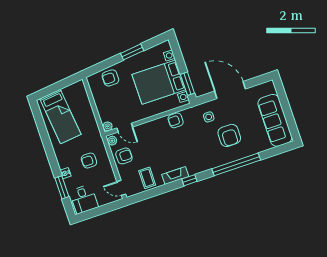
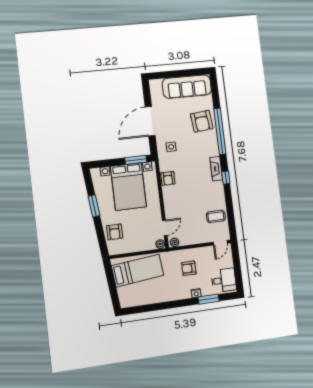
bed: (60, 117) -> (138, 271), moved
armchair: (229, 135) -> (202, 121), moved, turned 84
armchair: (124, 156) -> (191, 234), removed
armchair: (89, 161) -> (189, 268), turned 90
fireplace: (175, 176) -> (216, 169), moved

